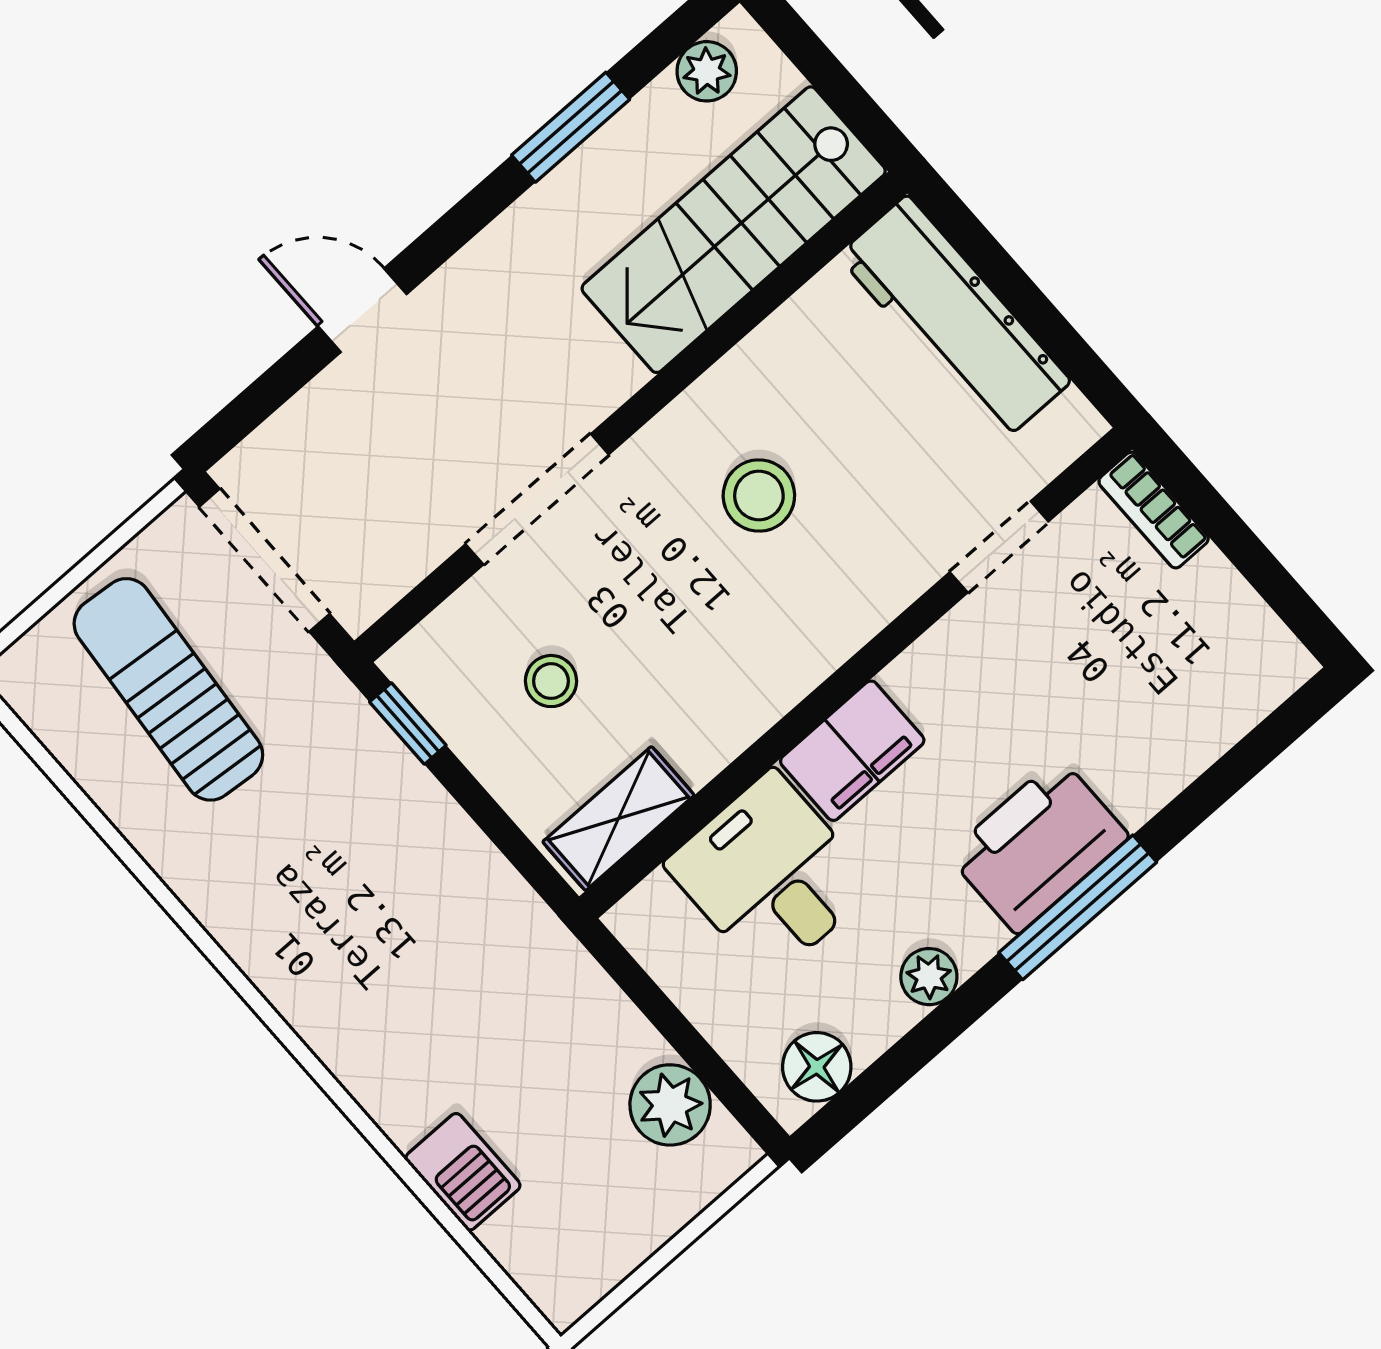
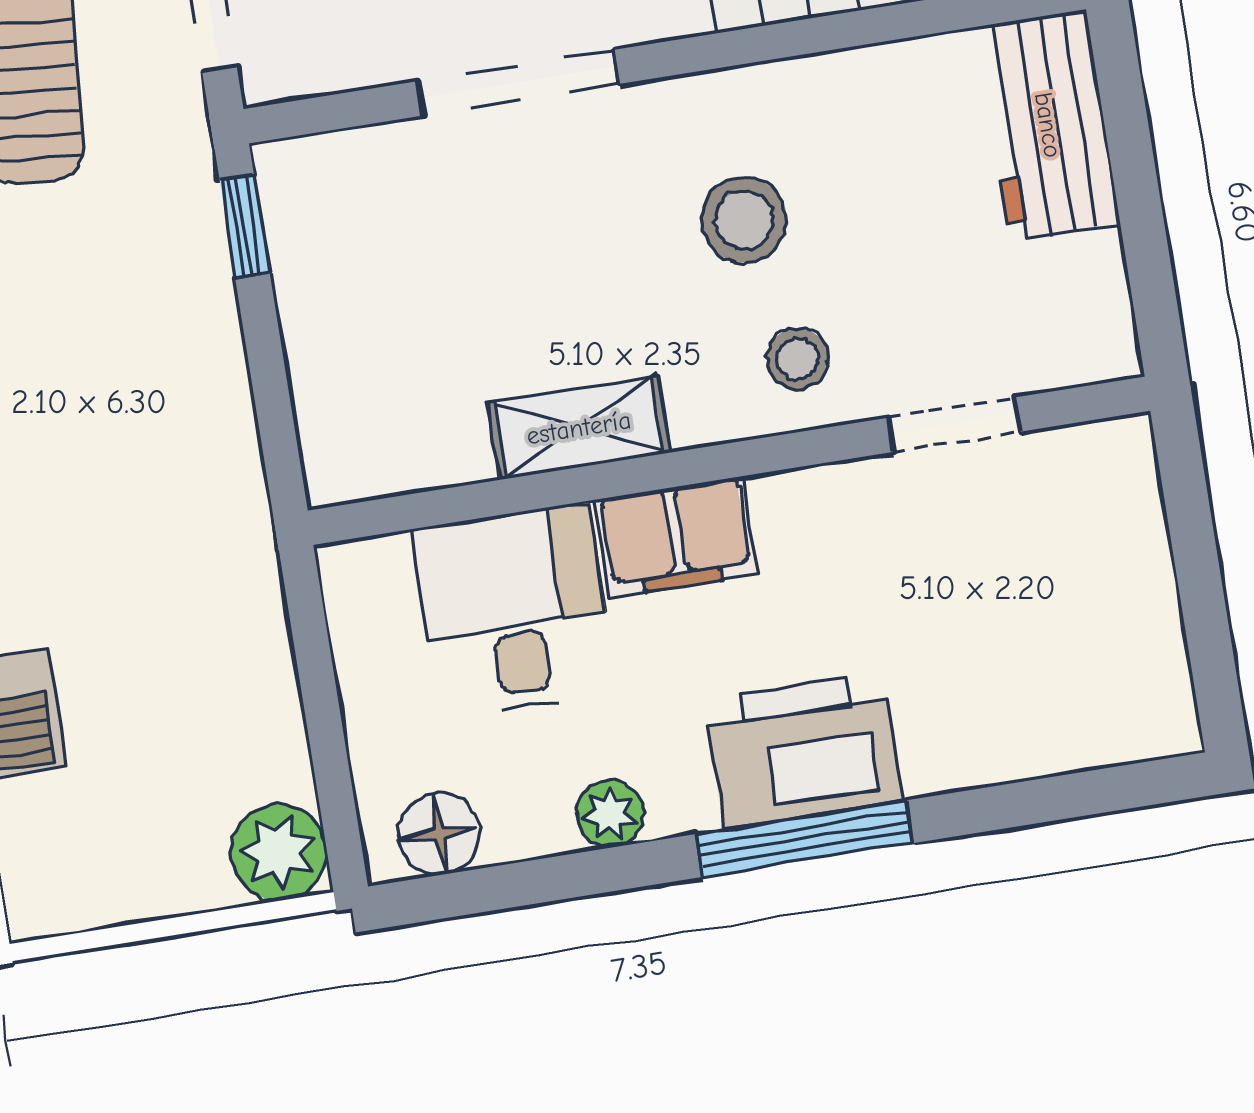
workbench: (954, 318) -> (1048, 125), width x0.73
bookcase: (1154, 510) -> (1133, 486), removed
stool: (551, 681) -> (797, 359), moved
shelving: (618, 819) -> (579, 428), moved
plant: (670, 1105) -> (279, 852), moved

